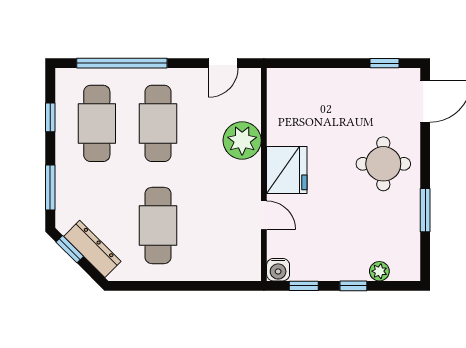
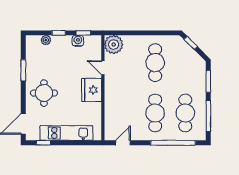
kitchen unit: (338, 83) -> (66, 133), added
window: (50, 117) -> (208, 116), width x2.17
plant: (242, 140) -> (114, 45), moved
window: (70, 249) -> (191, 43), moved
dresser: (92, 249) -> (188, 51), removed
water cooler: (278, 270) -> (78, 41), moved

